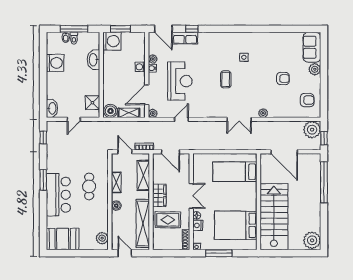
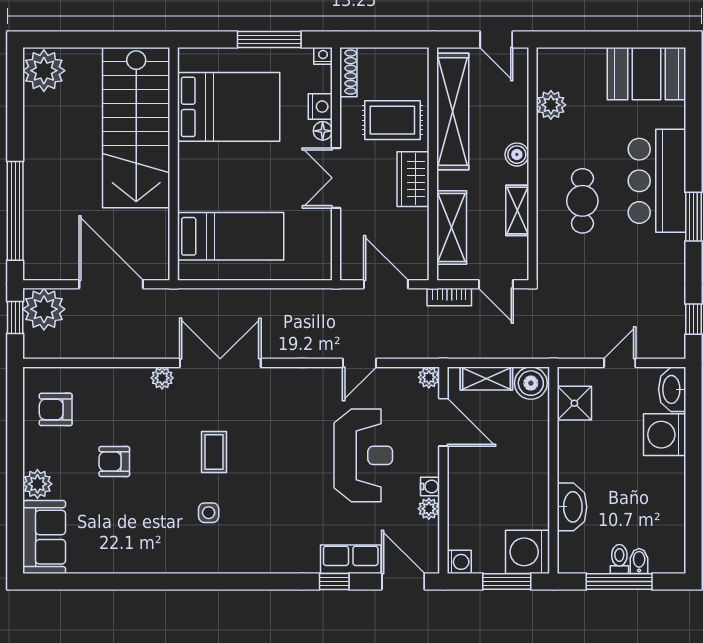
washing machine: (55, 63) -> (665, 435), moved
washing machine: (140, 67) -> (459, 562), moved
coffee table: (226, 79) -> (214, 452), moved
reception desk: (180, 81) -> (363, 455), turned 180
door: (147, 95) -> (443, 422), hinge flipped
double door: (239, 119) -> (220, 363), width x1.37
plant: (312, 130) -> (44, 309), moved
plant: (102, 238) -> (551, 105), moved

